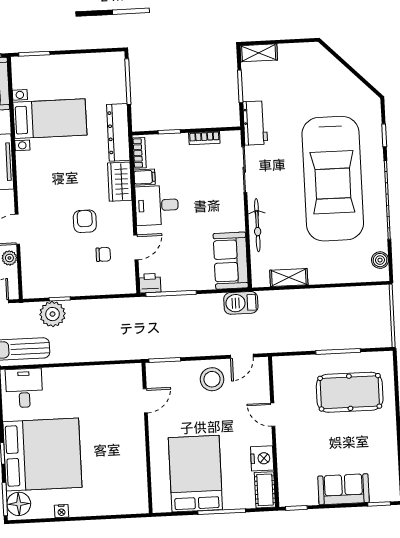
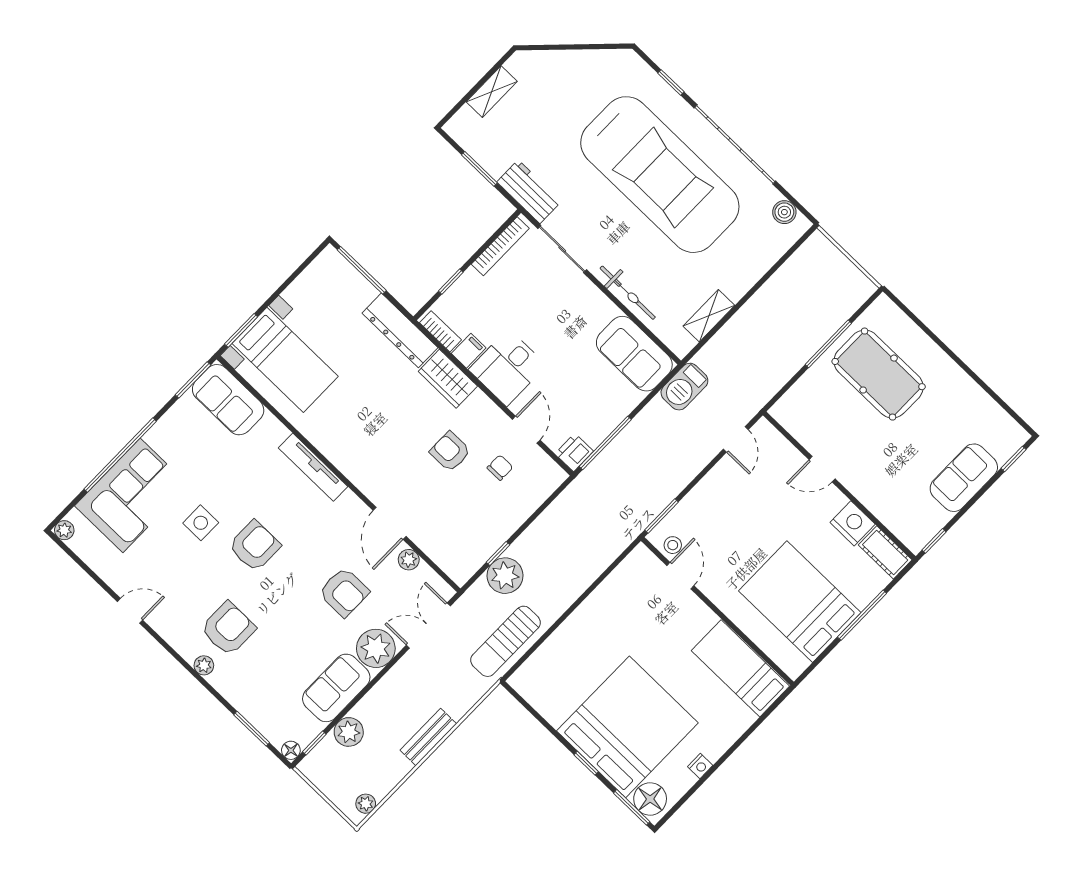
shelving: (259, 53) -> (492, 92), moved
bed with nightstands: (50, 119) -> (285, 360), moved, turned 90
bookcase: (204, 138) -> (500, 246), width x1.56
stool: (212, 379) -> (673, 545), moved, width x0.53, depth x0.53
desk: (24, 388) -> (546, 677), removed
pool table: (350, 392) -> (879, 374), turned 90
bed: (131, 480) -> (740, 668), added

